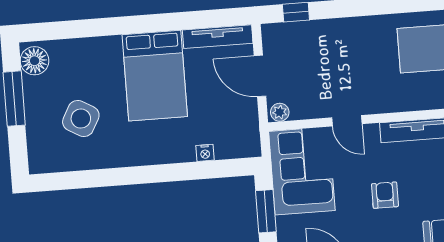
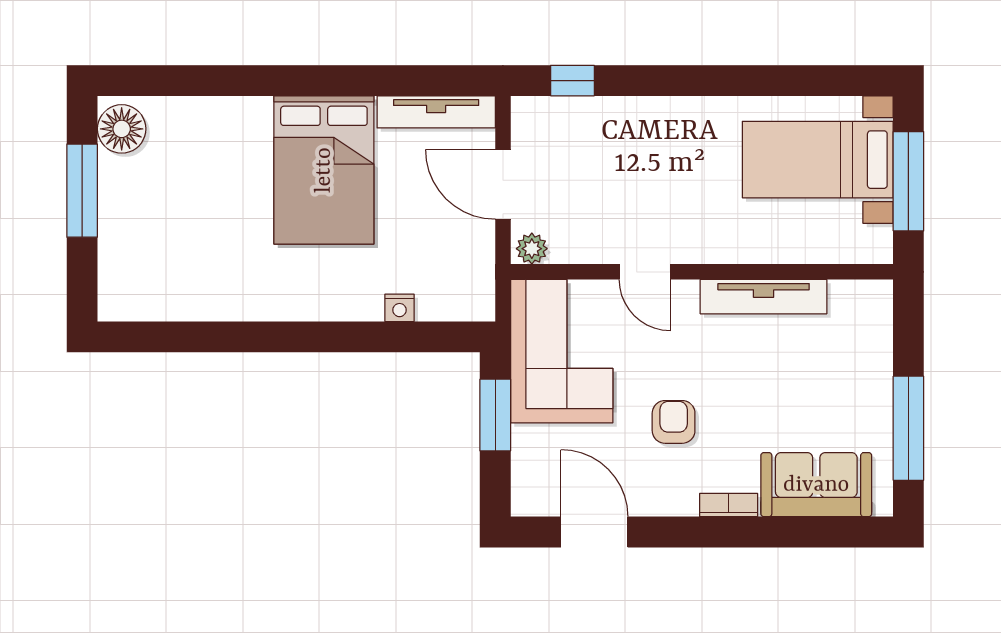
side table: (81, 119) -> (193, 233), removed
armchair: (385, 195) -> (674, 422), moved

